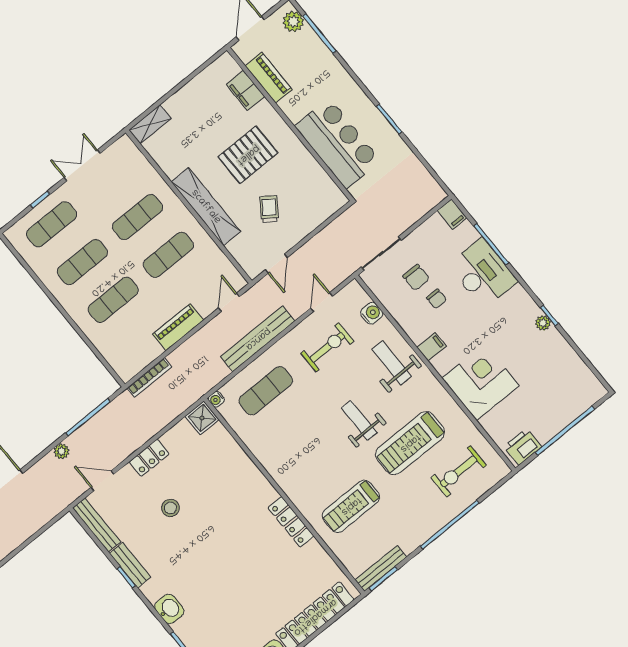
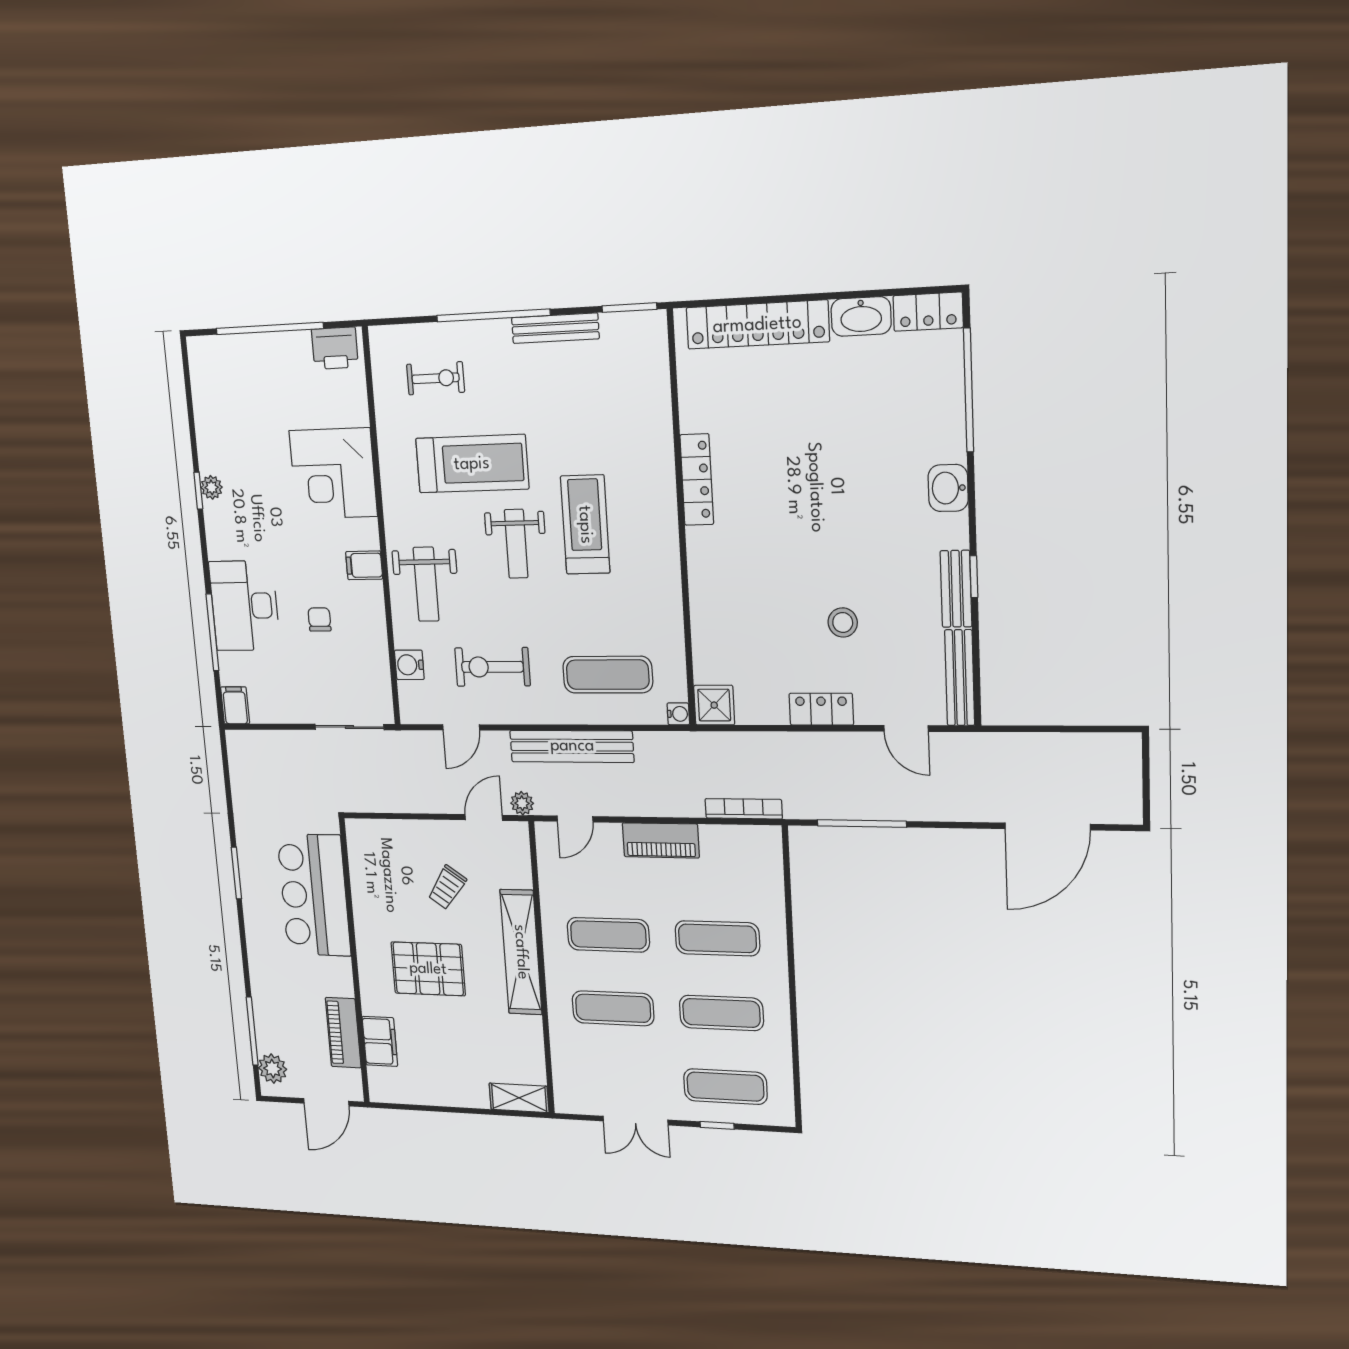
chair: (416, 277) -> (327, 665), removed
plant: (61, 451) -> (522, 803), moved
exercise bike: (459, 471) -> (436, 378), width x0.73, depth x0.72
treadmill: (351, 506) -> (585, 525), moved, turned -90
bench: (381, 569) -> (555, 328), moved

